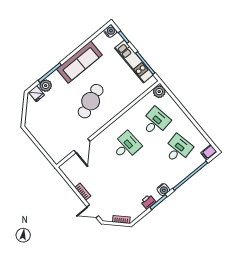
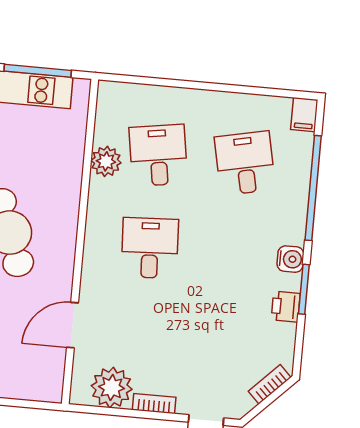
plant: (159, 92) -> (106, 161), moved
door: (82, 146) -> (72, 325), swing flipped
plant: (75, 175) -> (112, 388), added

